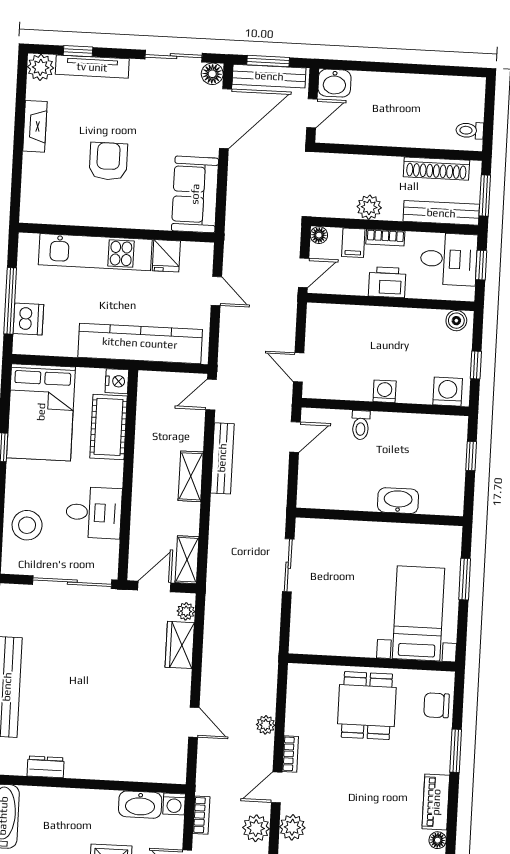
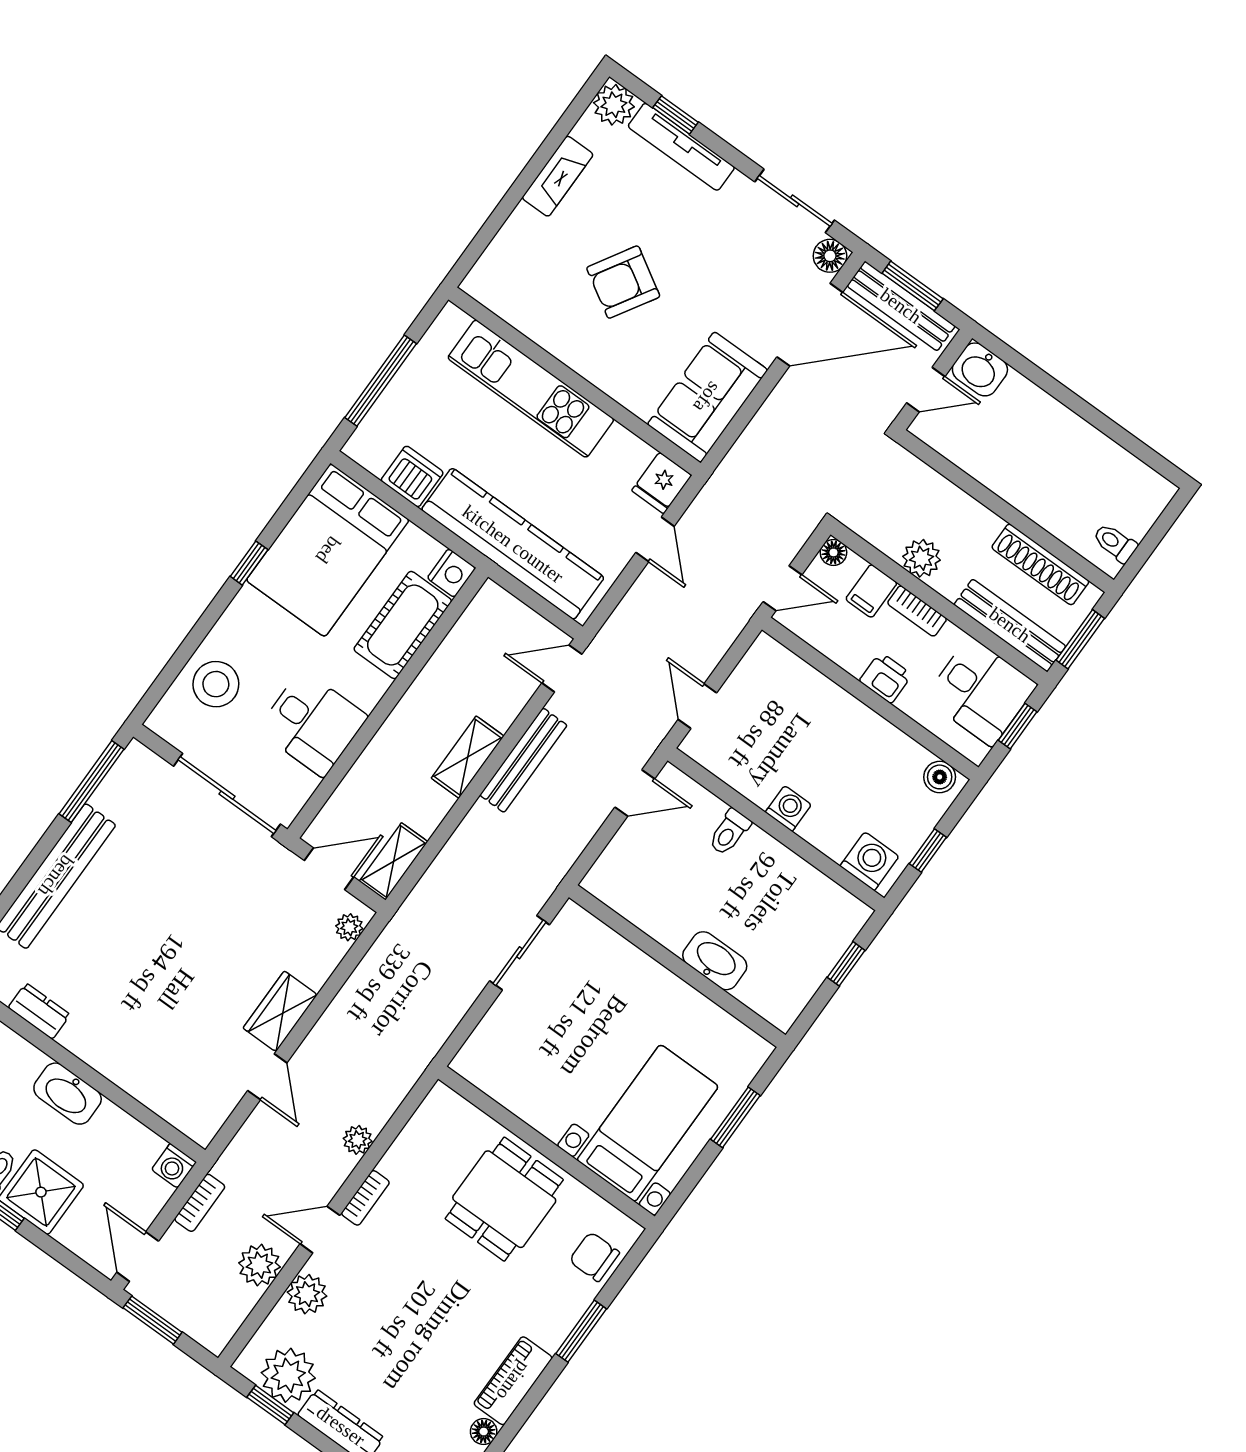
armchair: (108, 161) -> (623, 282), turned -149
fridge: (166, 256) -> (662, 483), moved
printer: (387, 282) -> (886, 678), width x0.73, depth x0.81
dishwasher: (28, 319) -> (412, 476), moved, turned -90
wardrobe: (180, 645) -> (280, 1011), moved
washbasin: (140, 805) -> (68, 1094), moved

